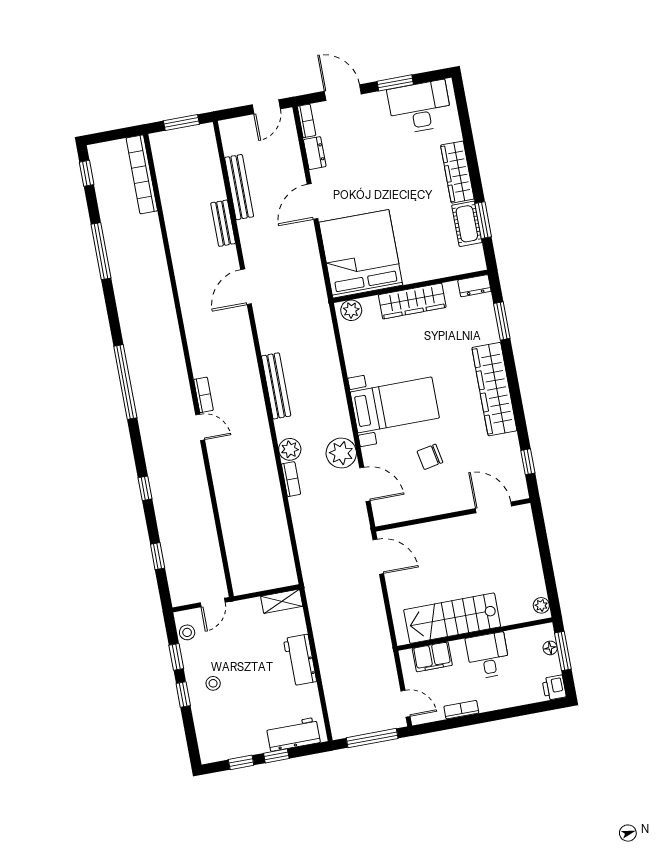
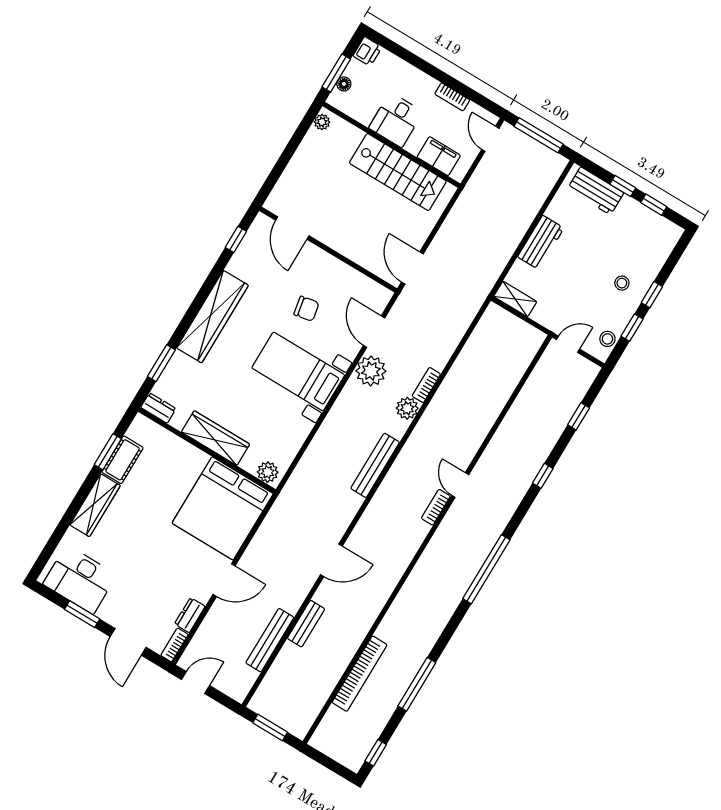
bookcase: (142, 174) -> (360, 674), moved

